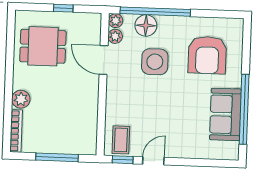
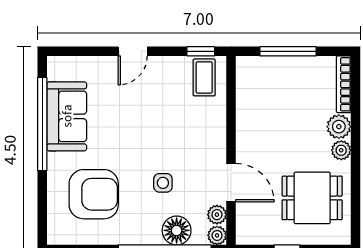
armchair: (207, 55) -> (94, 194), turned 90
side table: (155, 62) -> (163, 183), width x0.54, depth x0.54
plant: (20, 81) -> (341, 150), added
door: (153, 161) -> (133, 51), moved

